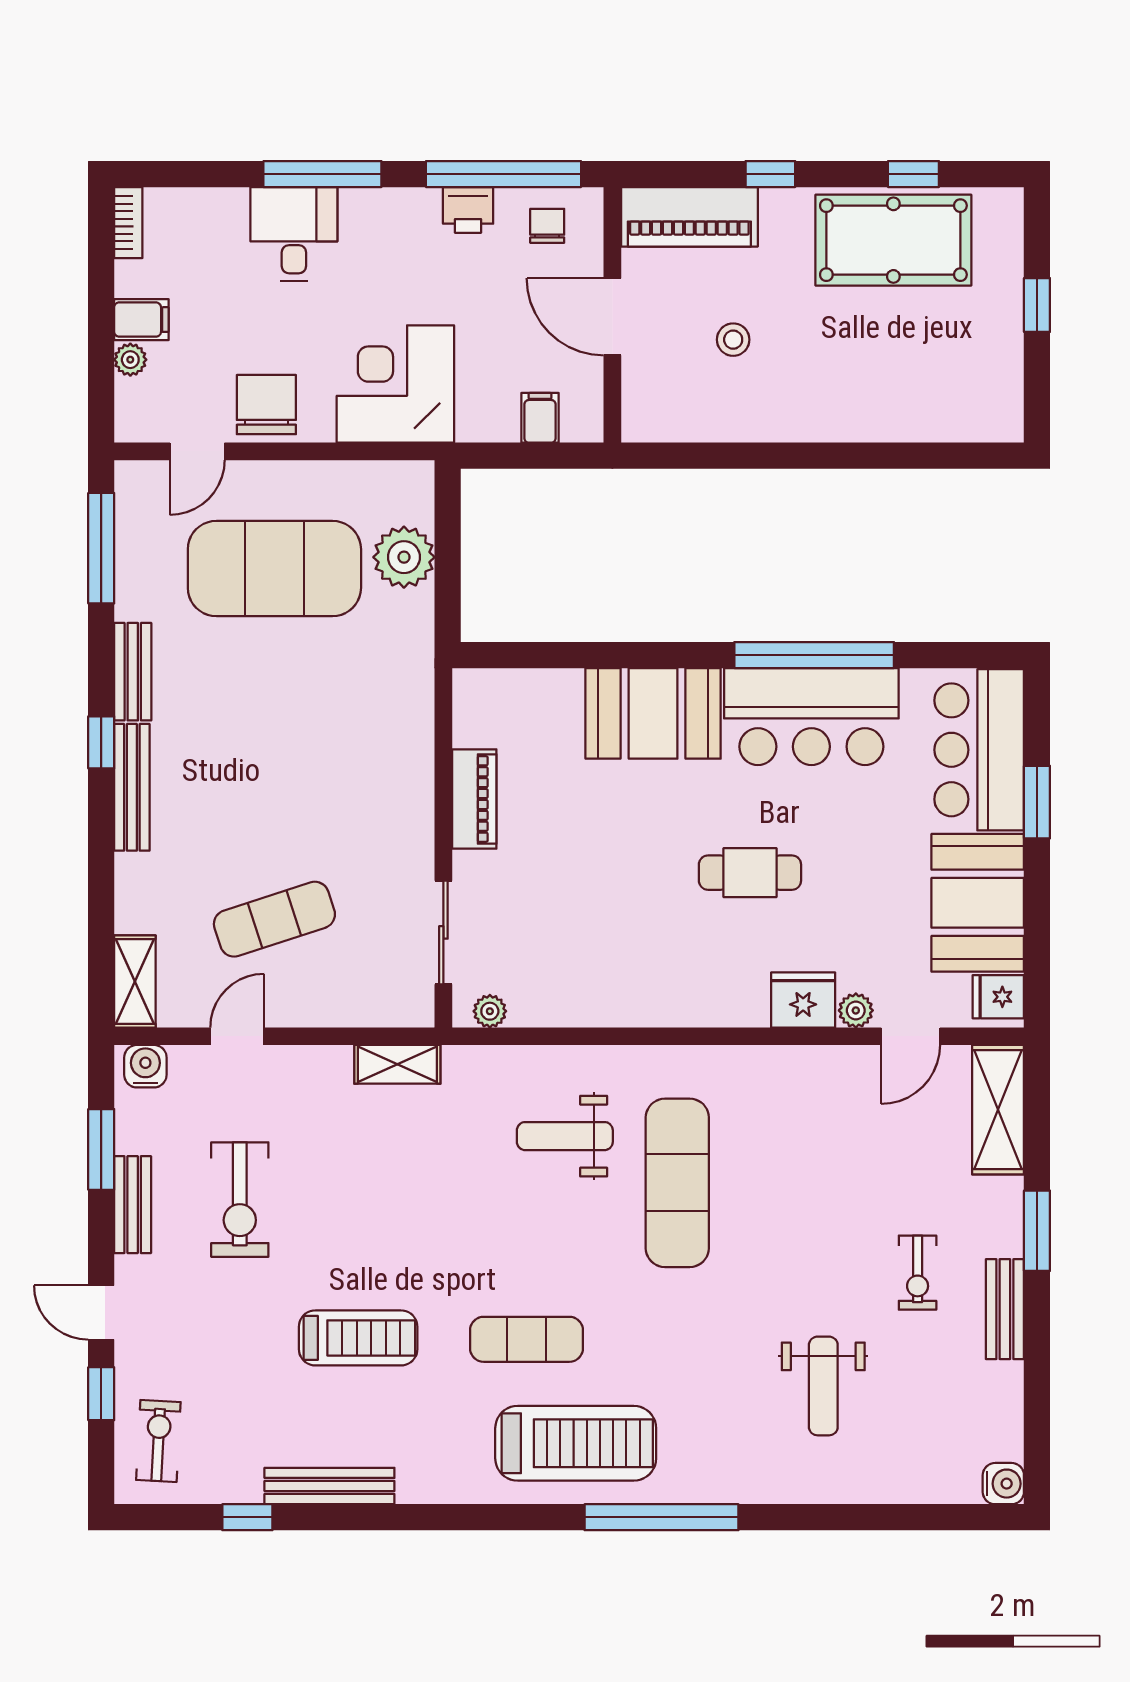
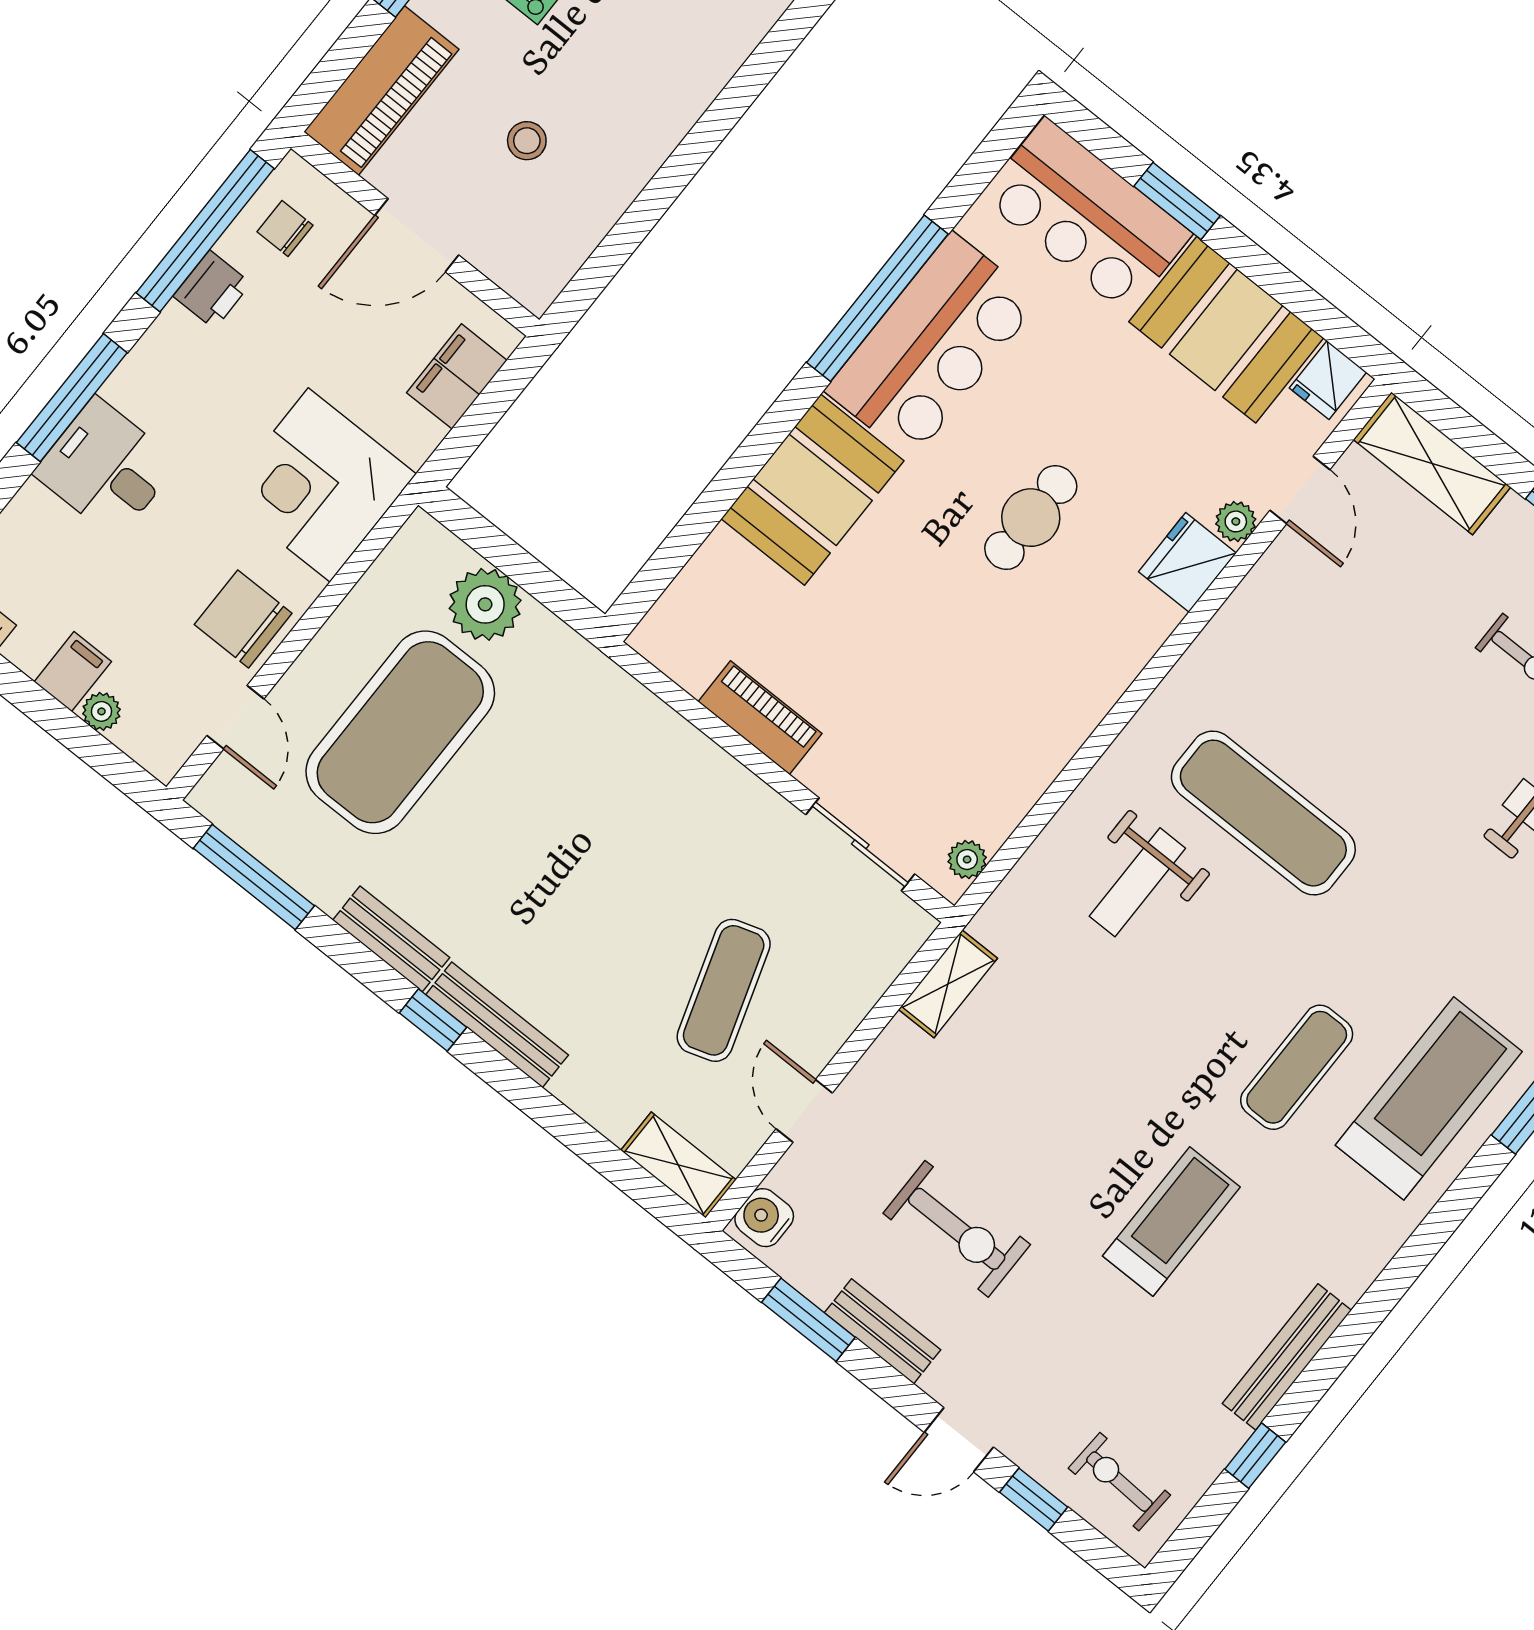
filing cabinet: (540, 418) -> (457, 376), width x2.00

